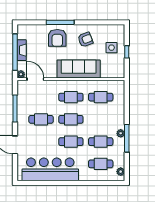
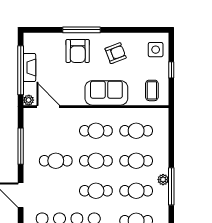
side table: (112, 48) -> (156, 50), moved
coffee table: (112, 67) -> (152, 90), added
sofa: (79, 69) -> (106, 93), width x0.73
cafe table: (101, 119) -> (136, 161), added

